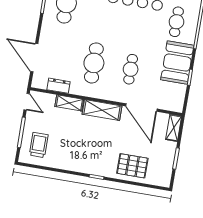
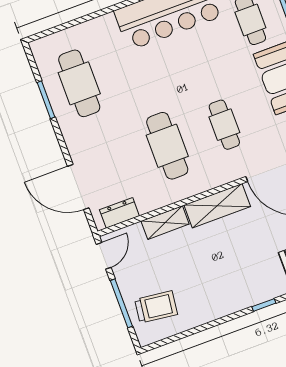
dresser: (59, 86) -> (119, 213), moved
door: (27, 102) -> (104, 256), hinge flipped
trolley: (39, 145) -> (156, 307), turned 97

